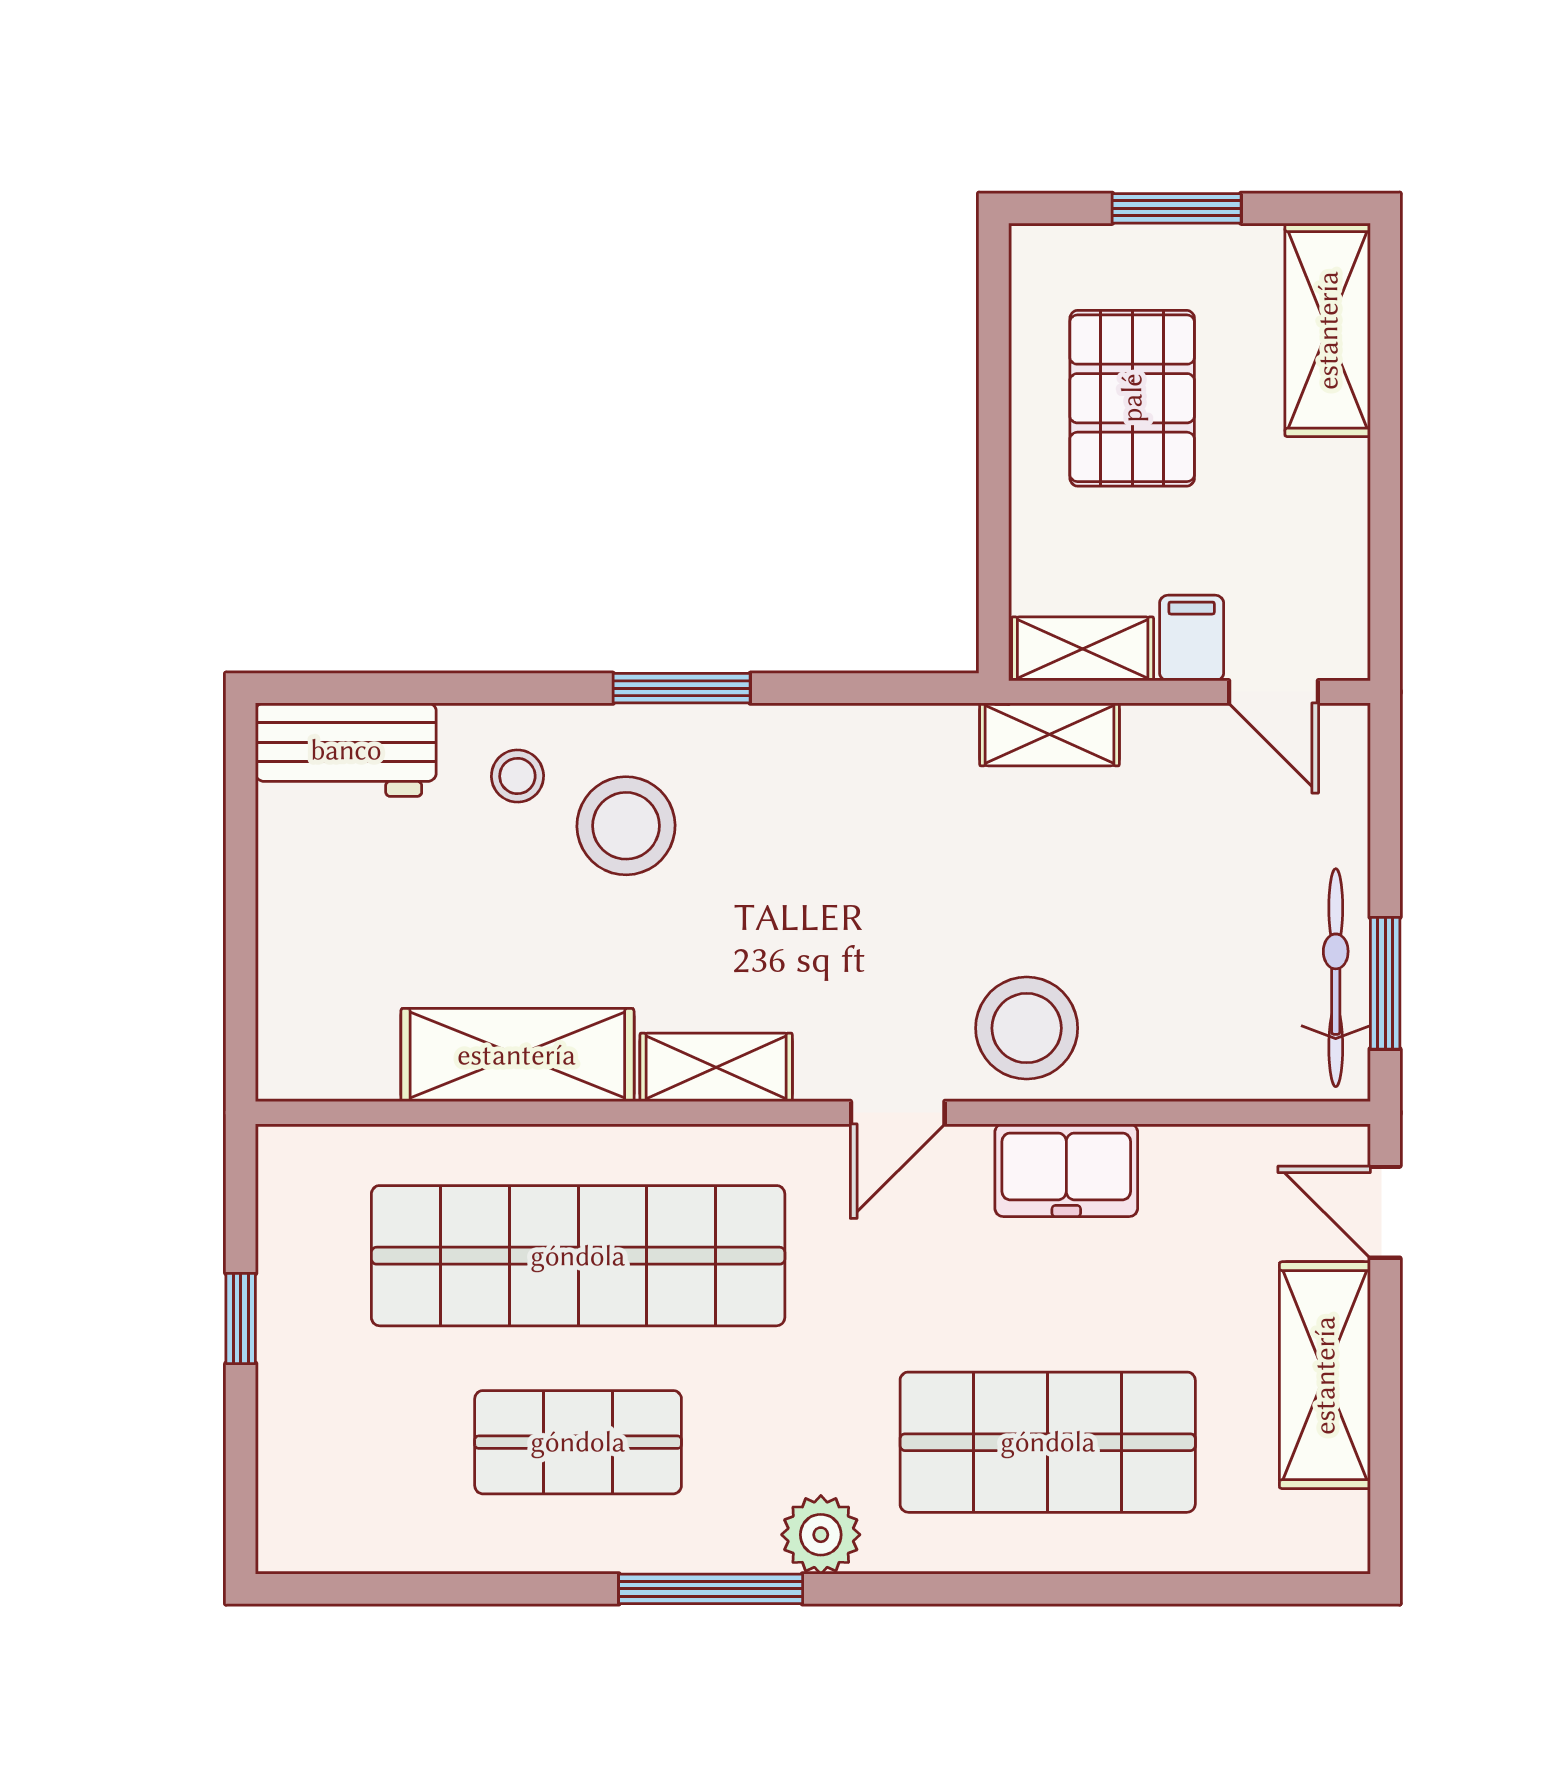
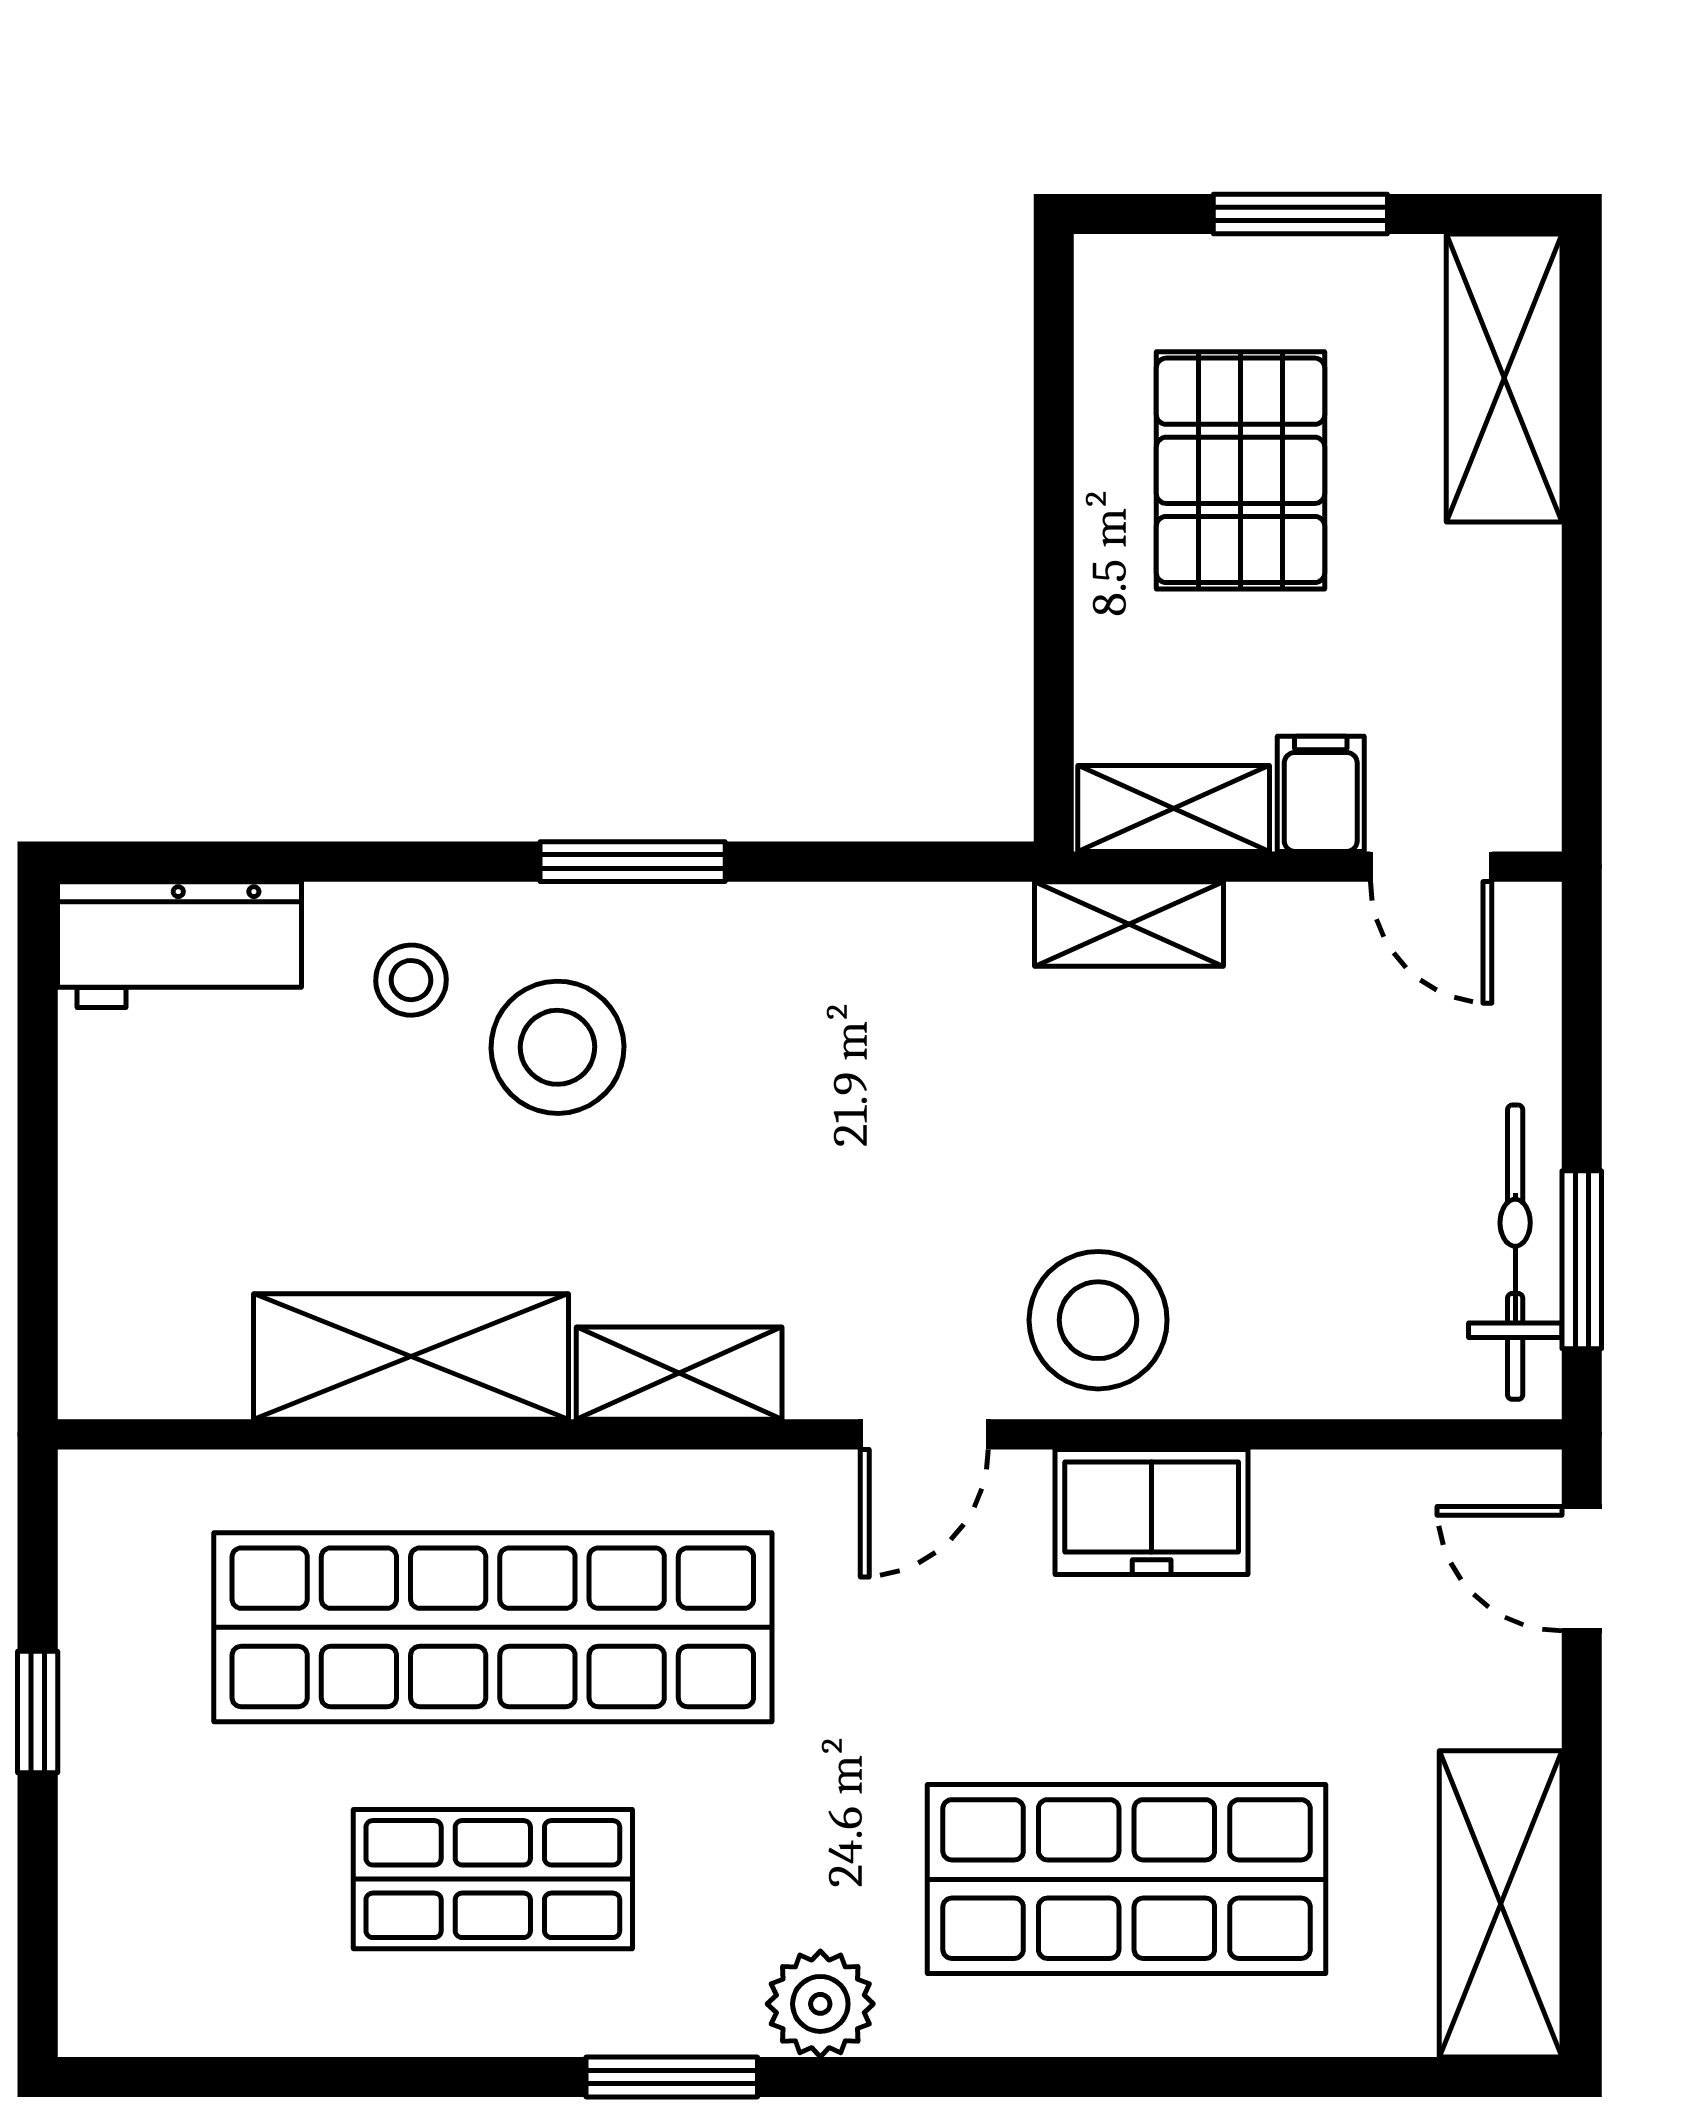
shelving: (1325, 1375) -> (1501, 1904), moved
window: (711, 1589) -> (672, 2077), width x0.69

